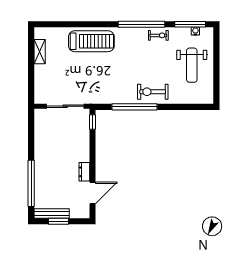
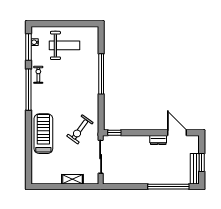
shelving: (40, 52) -> (72, 179), moved
exercise bike: (153, 92) -> (80, 129), moved, turned 36
window: (134, 107) -> (101, 74), moved

